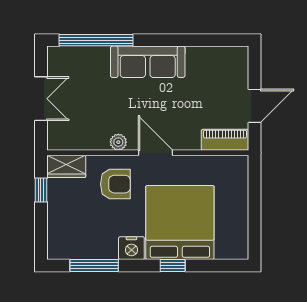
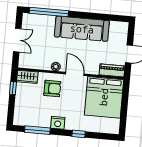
sofa: (148, 62) -> (82, 29), width x1.36, depth x1.27
bed: (180, 223) -> (104, 97), moved, turned 180

